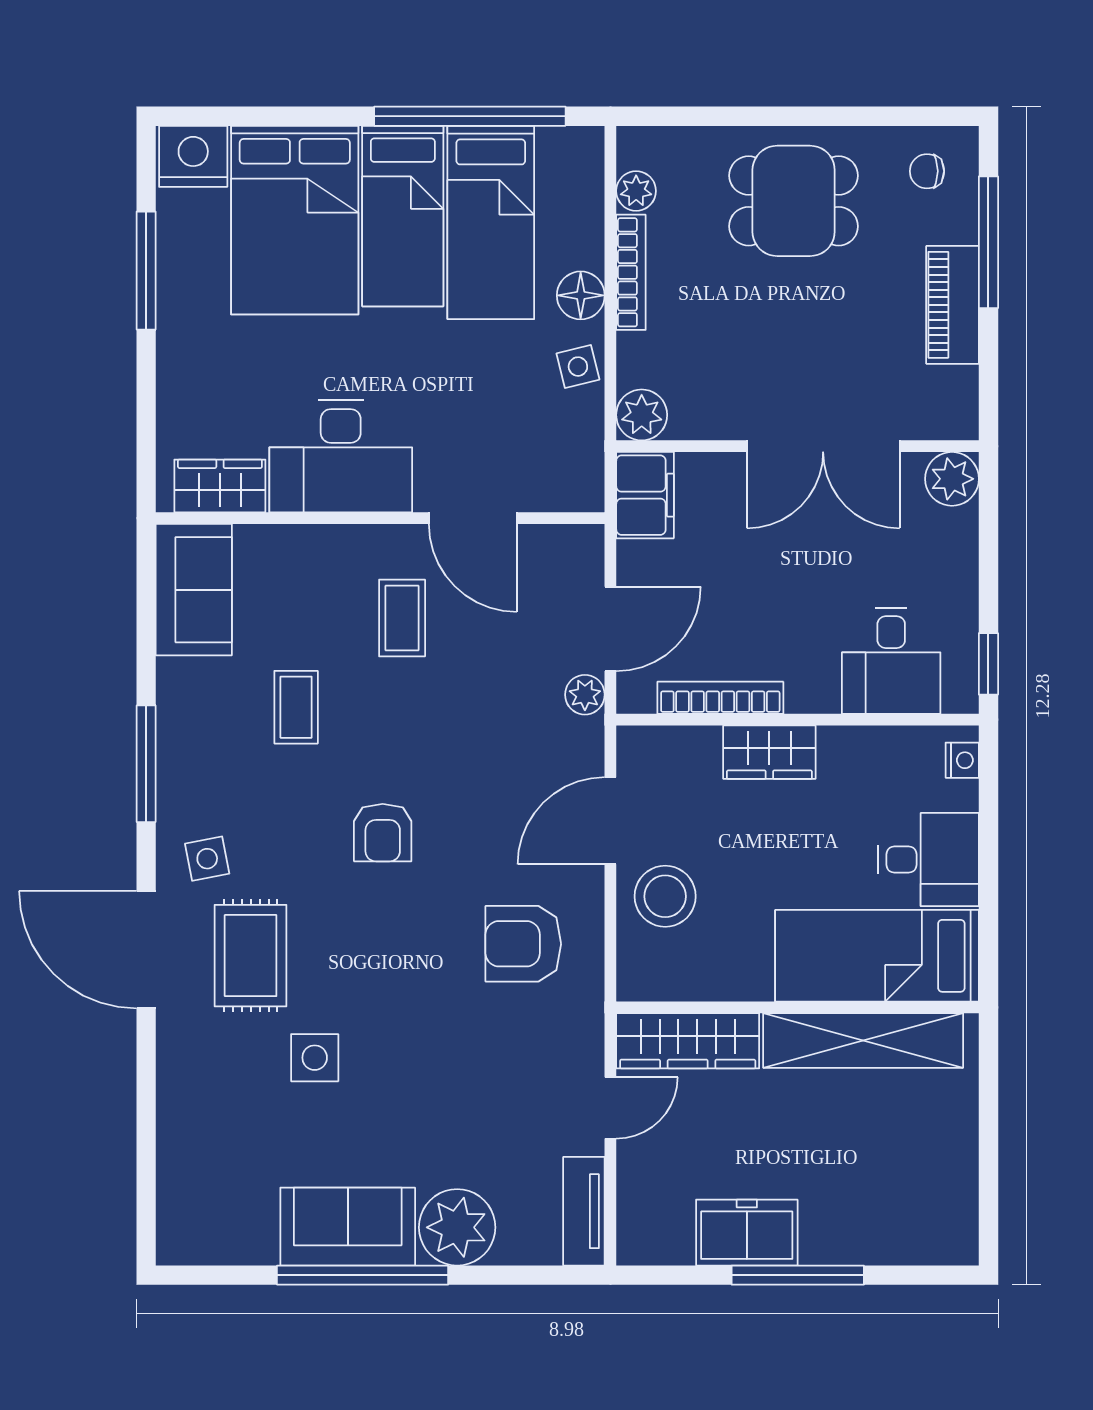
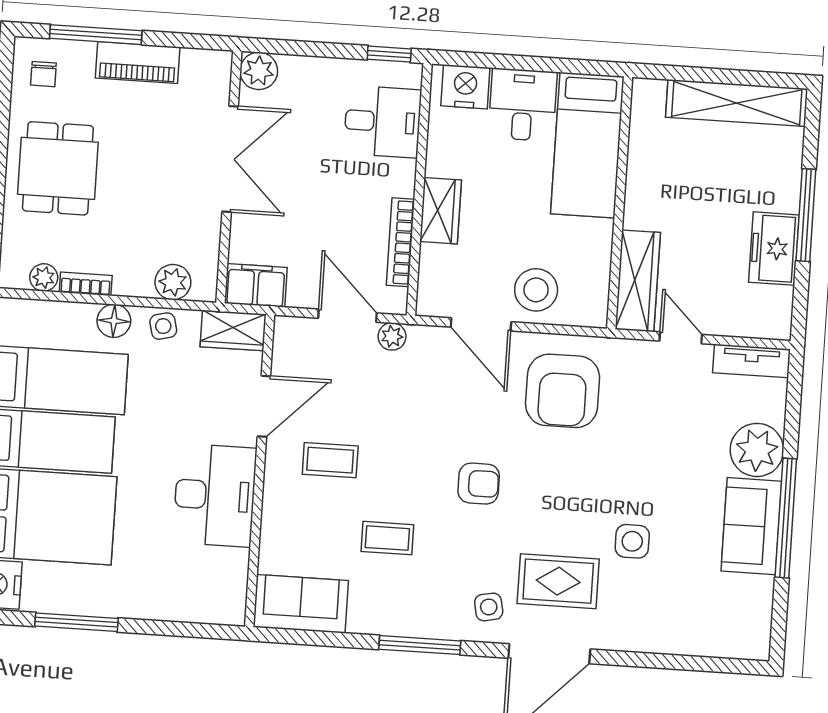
bookcase: (631, 272) -> (86, 284), width x0.64
plant: (642, 415) -> (173, 282), moved
wardrobe: (220, 486) -> (233, 330), moved, turned -90
nightstand: (962, 760) -> (465, 87), width x1.89, depth x1.79
armchair: (523, 944) -> (563, 391), width x1.36, depth x1.36
shelving: (863, 1041) -> (737, 103), moved, turned 90

